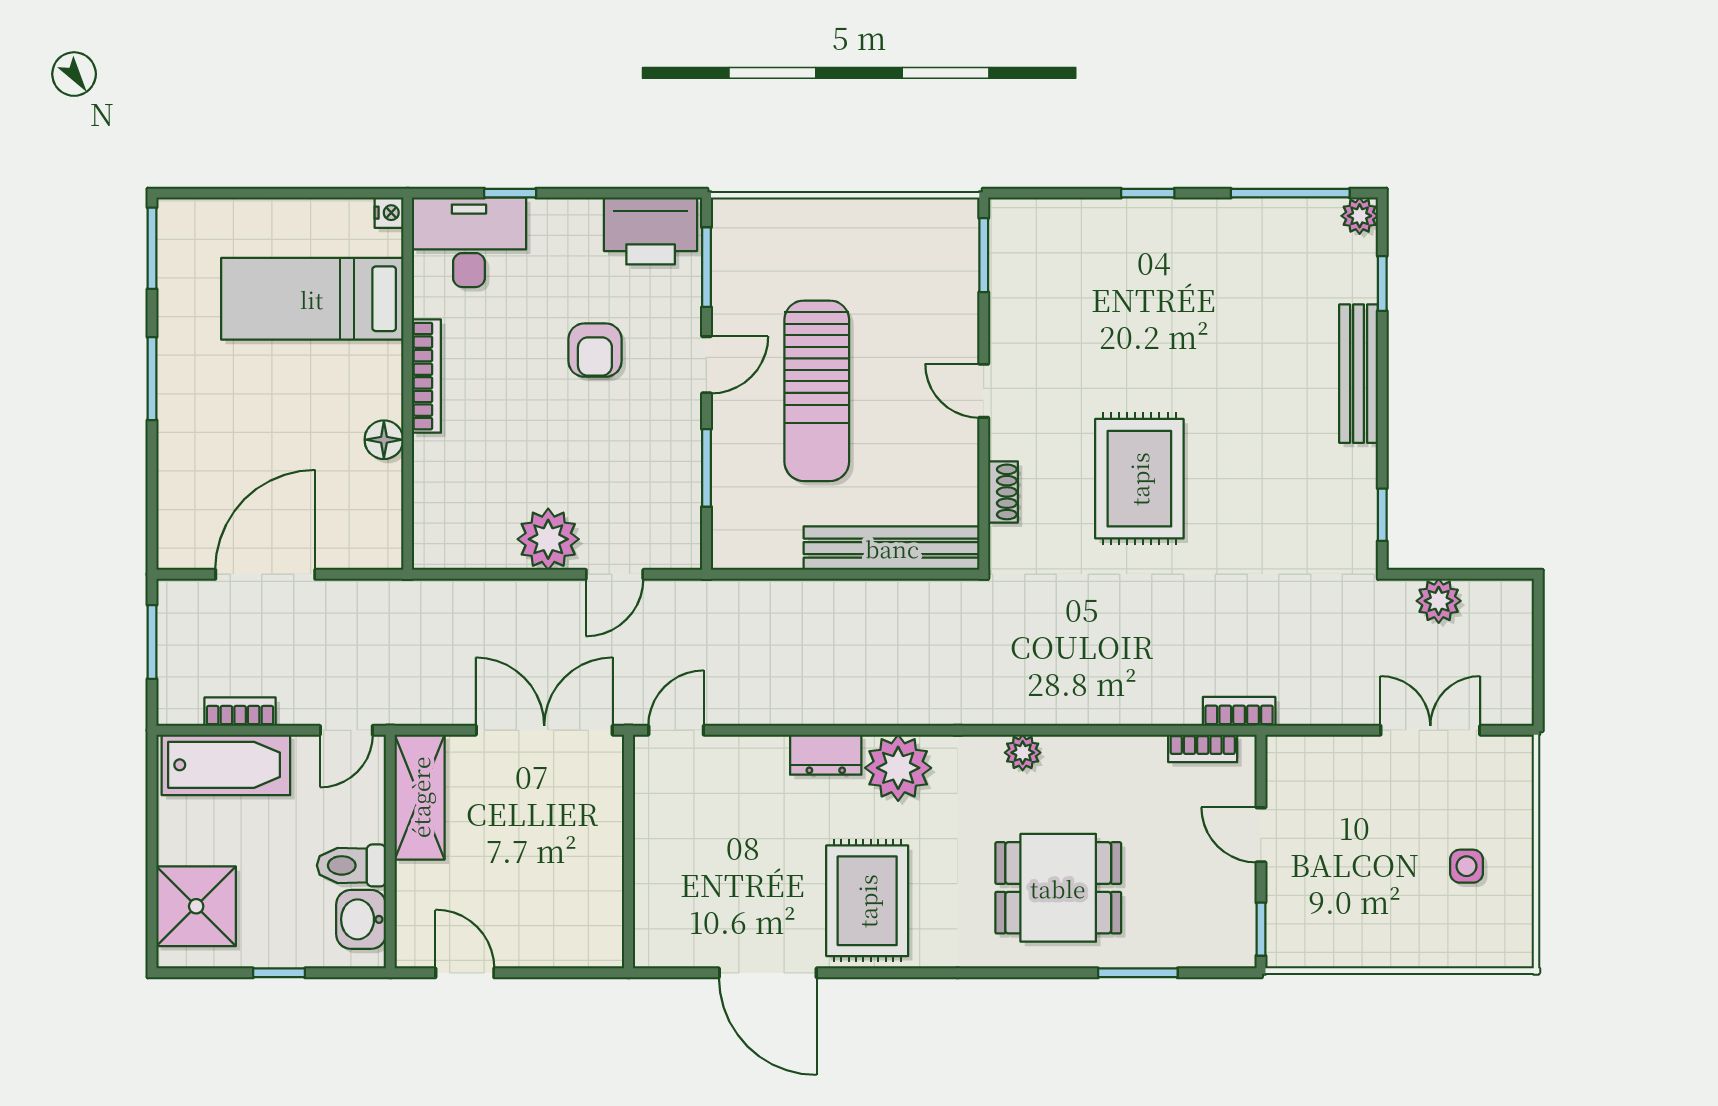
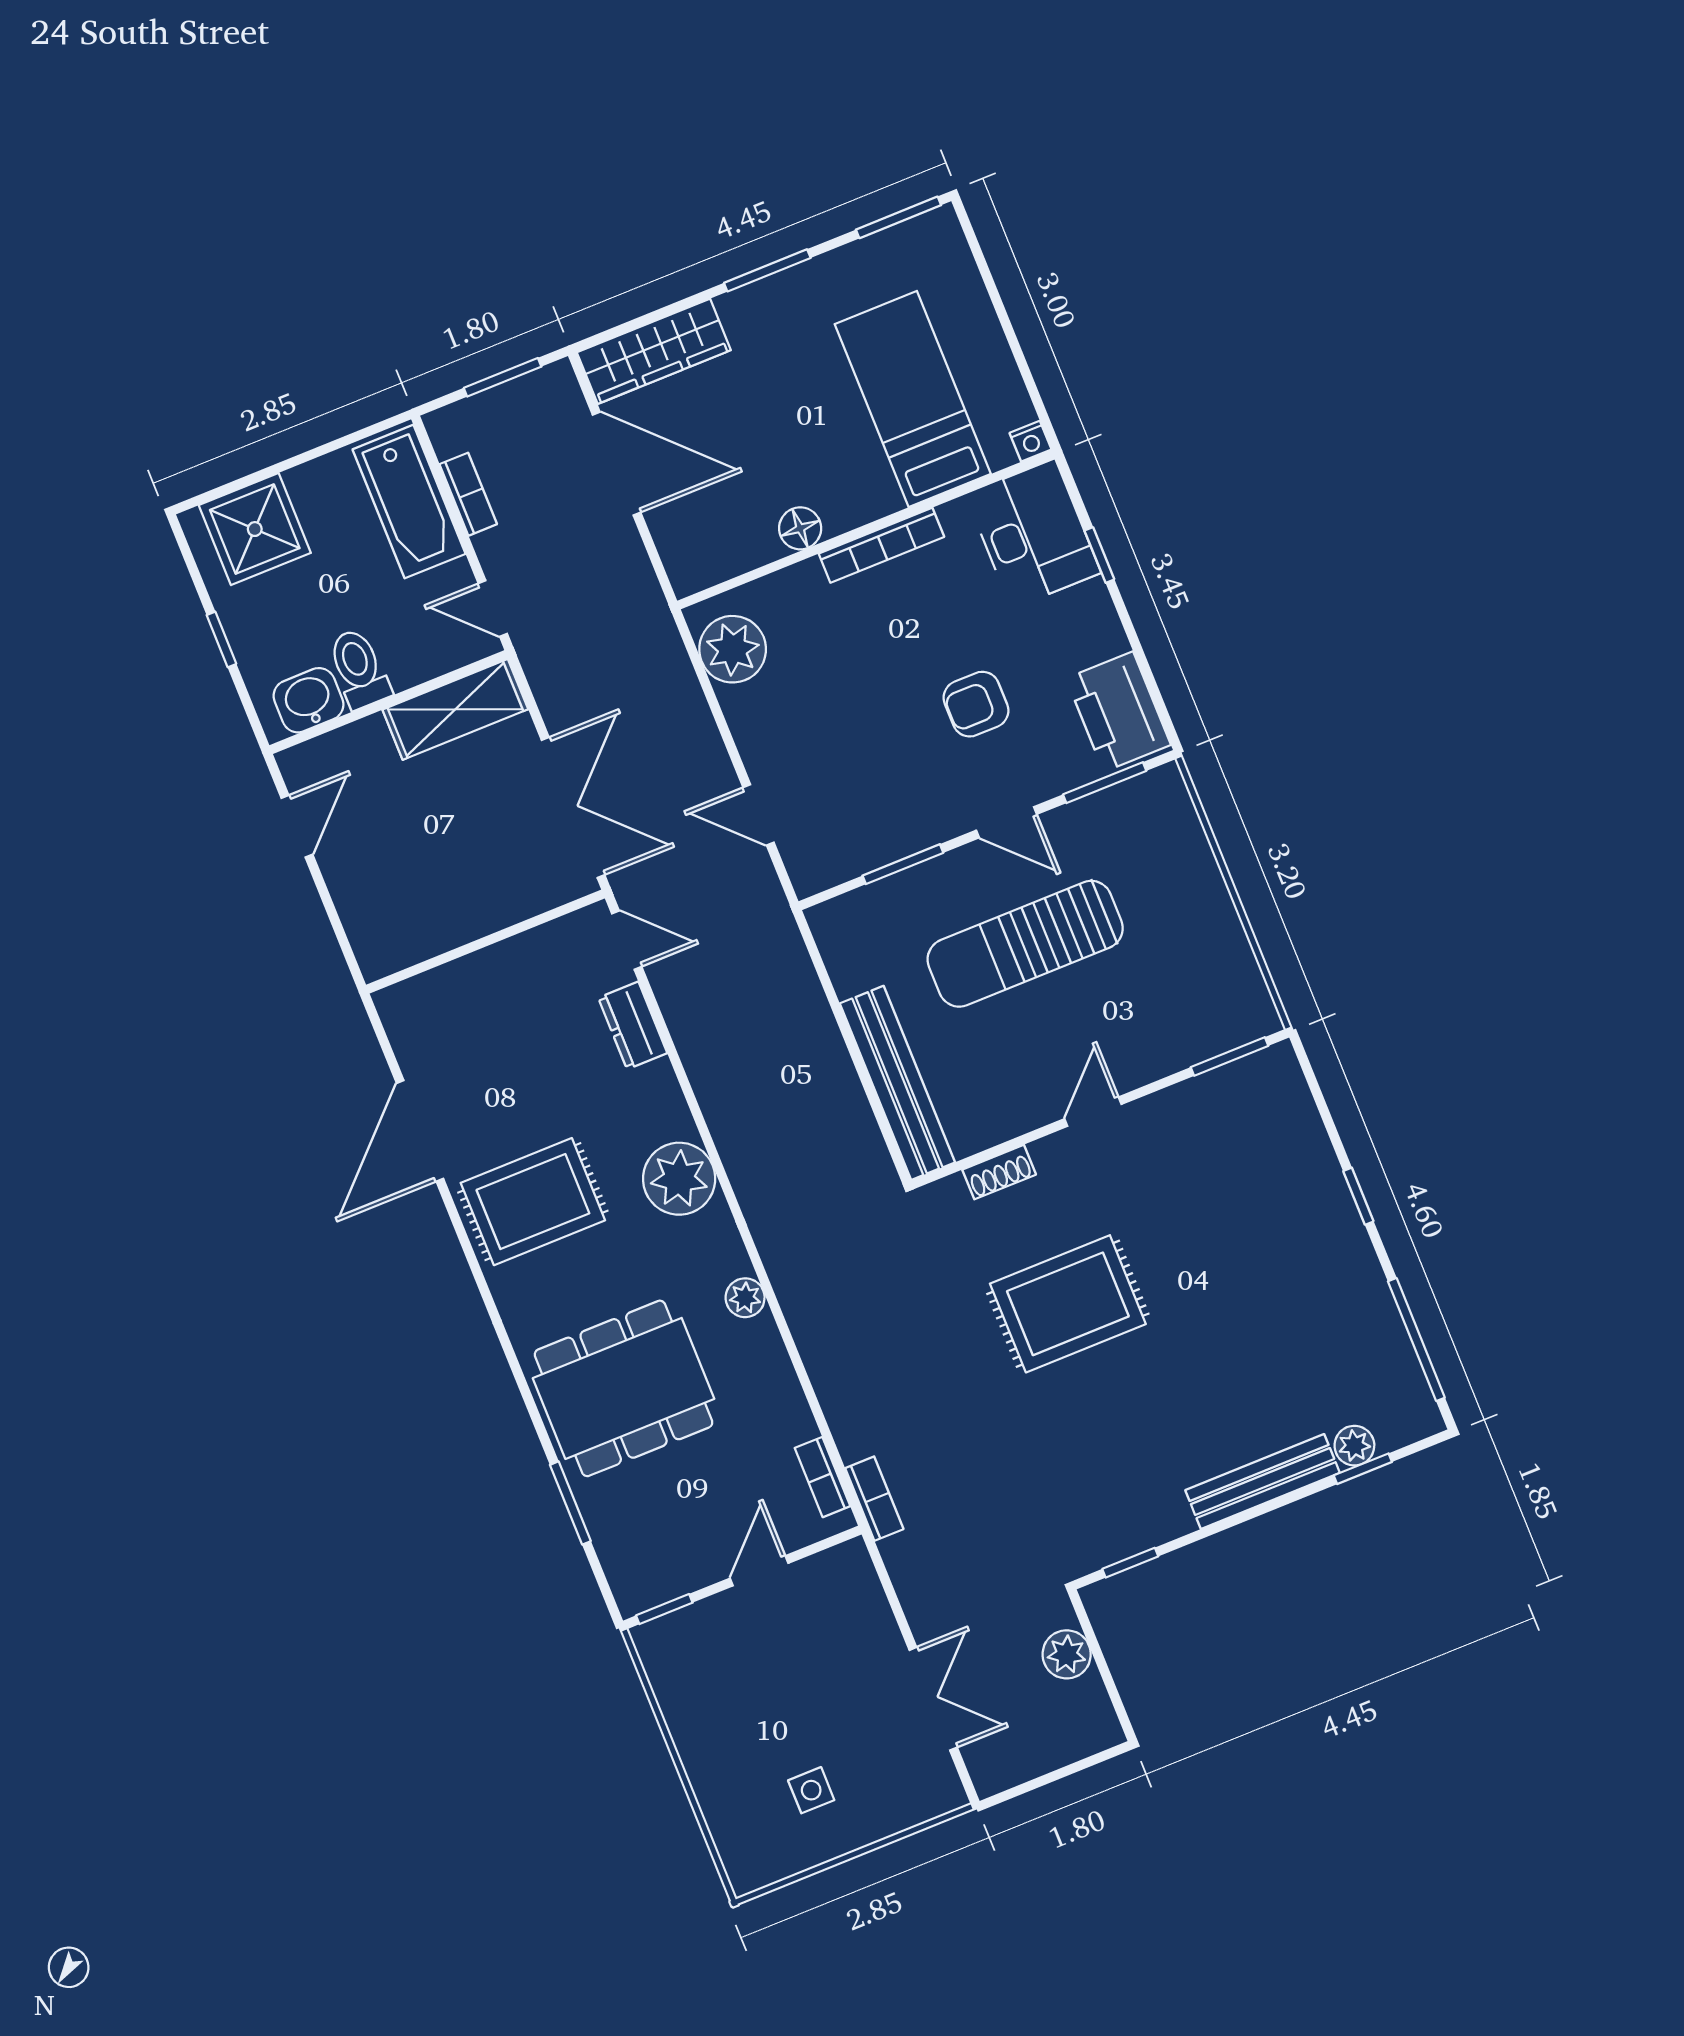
plant: (1360, 216) -> (1354, 1446), moved
wardrobe: (182, 504) -> (654, 351), added
plant: (548, 539) -> (733, 649), moved
dresser: (826, 755) -> (633, 1025), moved
dining table: (1058, 888) -> (624, 1388), width x1.38

